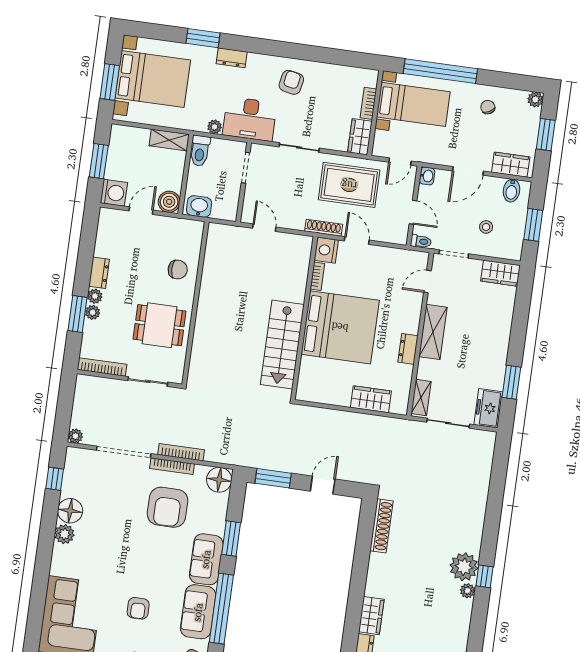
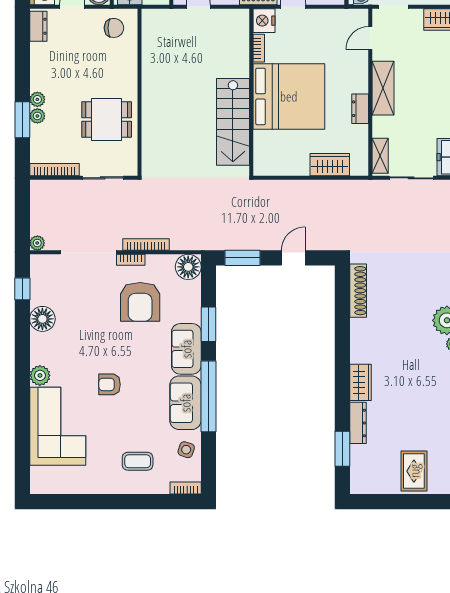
chair: (178, 270) -> (114, 28), moved
dresser: (99, 273) -> (38, 26), moved
bookcase: (172, 466) -> (131, 260), width x0.64
plant: (64, 534) -> (40, 375), moved
armchair: (138, 608) -> (110, 384), moved, turned 90

